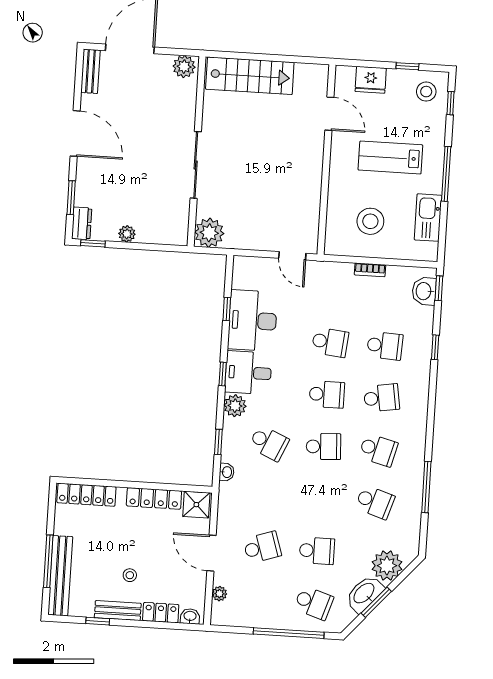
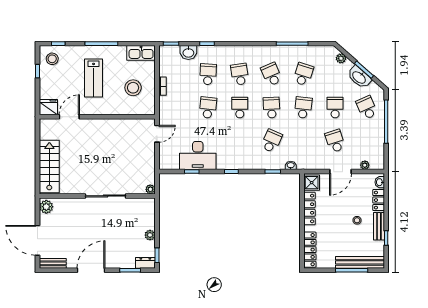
fridge: (371, 80) -> (48, 107), moved, turned -90
kitchen sink: (428, 218) -> (141, 53), moved
plant: (209, 233) -> (150, 189), width x0.53, depth x0.53
washbasin: (424, 291) -> (188, 52), moved
desk: (248, 373) -> (230, 156), removed
plant: (235, 406) -> (250, 163), removed
school desk: (378, 450) -> (272, 74), turned -39
school desk: (320, 499) -> (303, 108), added
plant: (387, 566) -> (341, 58), width x0.53, depth x0.53
school desk: (314, 603) -> (367, 108), turned -42

